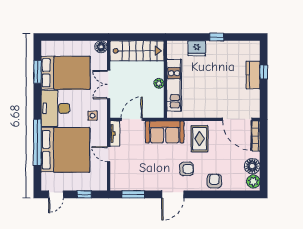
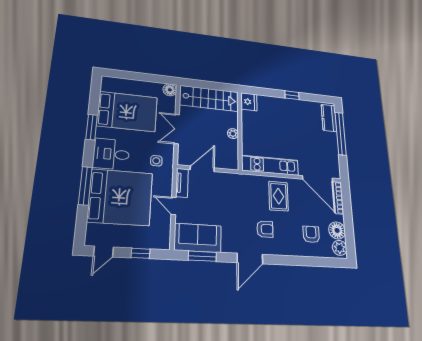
fridge: (197, 48) -> (249, 102), moved, turned -90
window: (37, 72) -> (92, 127), moved
window: (264, 72) -> (341, 134), width x3.17
kitchen counter: (253, 75) -> (329, 118), moved
kitchen unit: (174, 85) -> (270, 165), moved, turned -90
desk: (55, 108) -> (111, 154), width x0.73
sofa: (165, 132) -> (198, 238), moved, turned 180
window: (37, 142) -> (85, 186), width x0.68
armchair: (214, 181) -> (311, 234), moved

